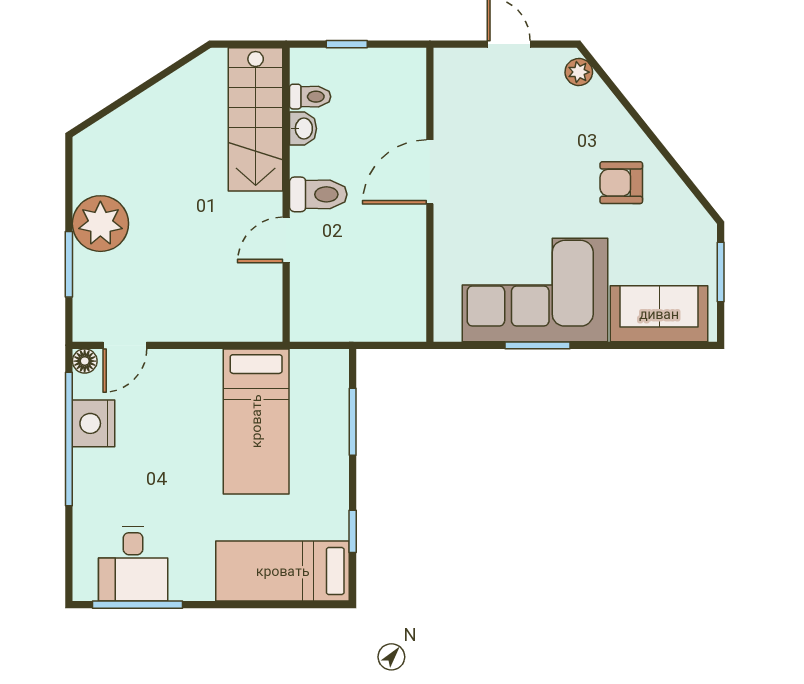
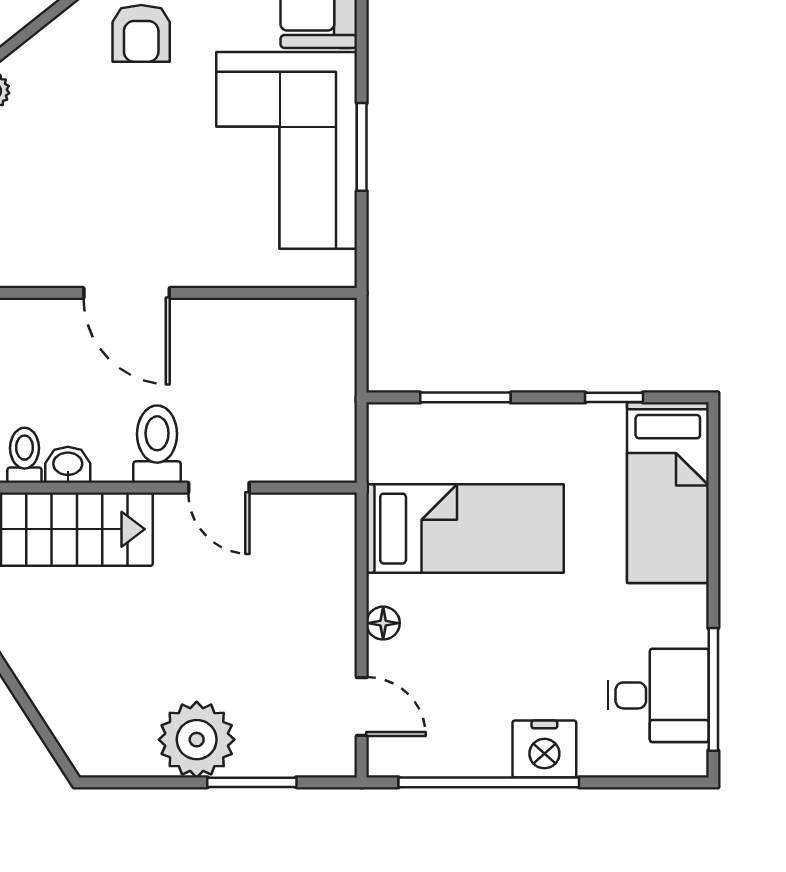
floor lamp: (85, 361) -> (383, 623), moved
nightstand: (94, 423) -> (544, 749), moved

